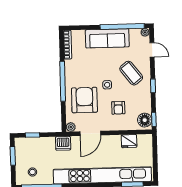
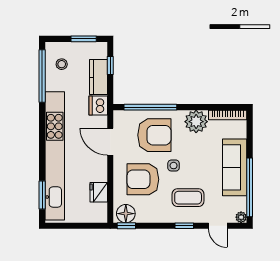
door: (152, 50) -> (218, 226), hinge flipped
coffee table: (131, 73) -> (188, 198), turned 38
window: (63, 81) -> (150, 107), moved
window: (153, 86) -> (184, 226), moved
armchair: (118, 108) -> (143, 179), width x1.88, depth x1.88
plant: (71, 127) -> (196, 122), moved, width x1.88, depth x1.88
kitchen counter: (41, 144) -> (98, 77), added

